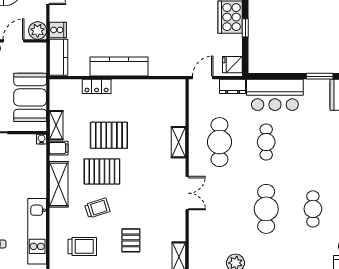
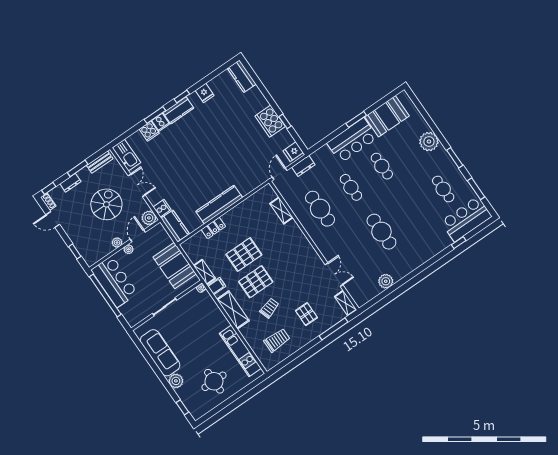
bar counter: (275, 95) -> (352, 140), moved
shelving: (178, 142) -> (281, 211), moved
double door: (187, 193) -> (334, 275), moved
cafe table: (313, 209) -> (382, 166), moved

